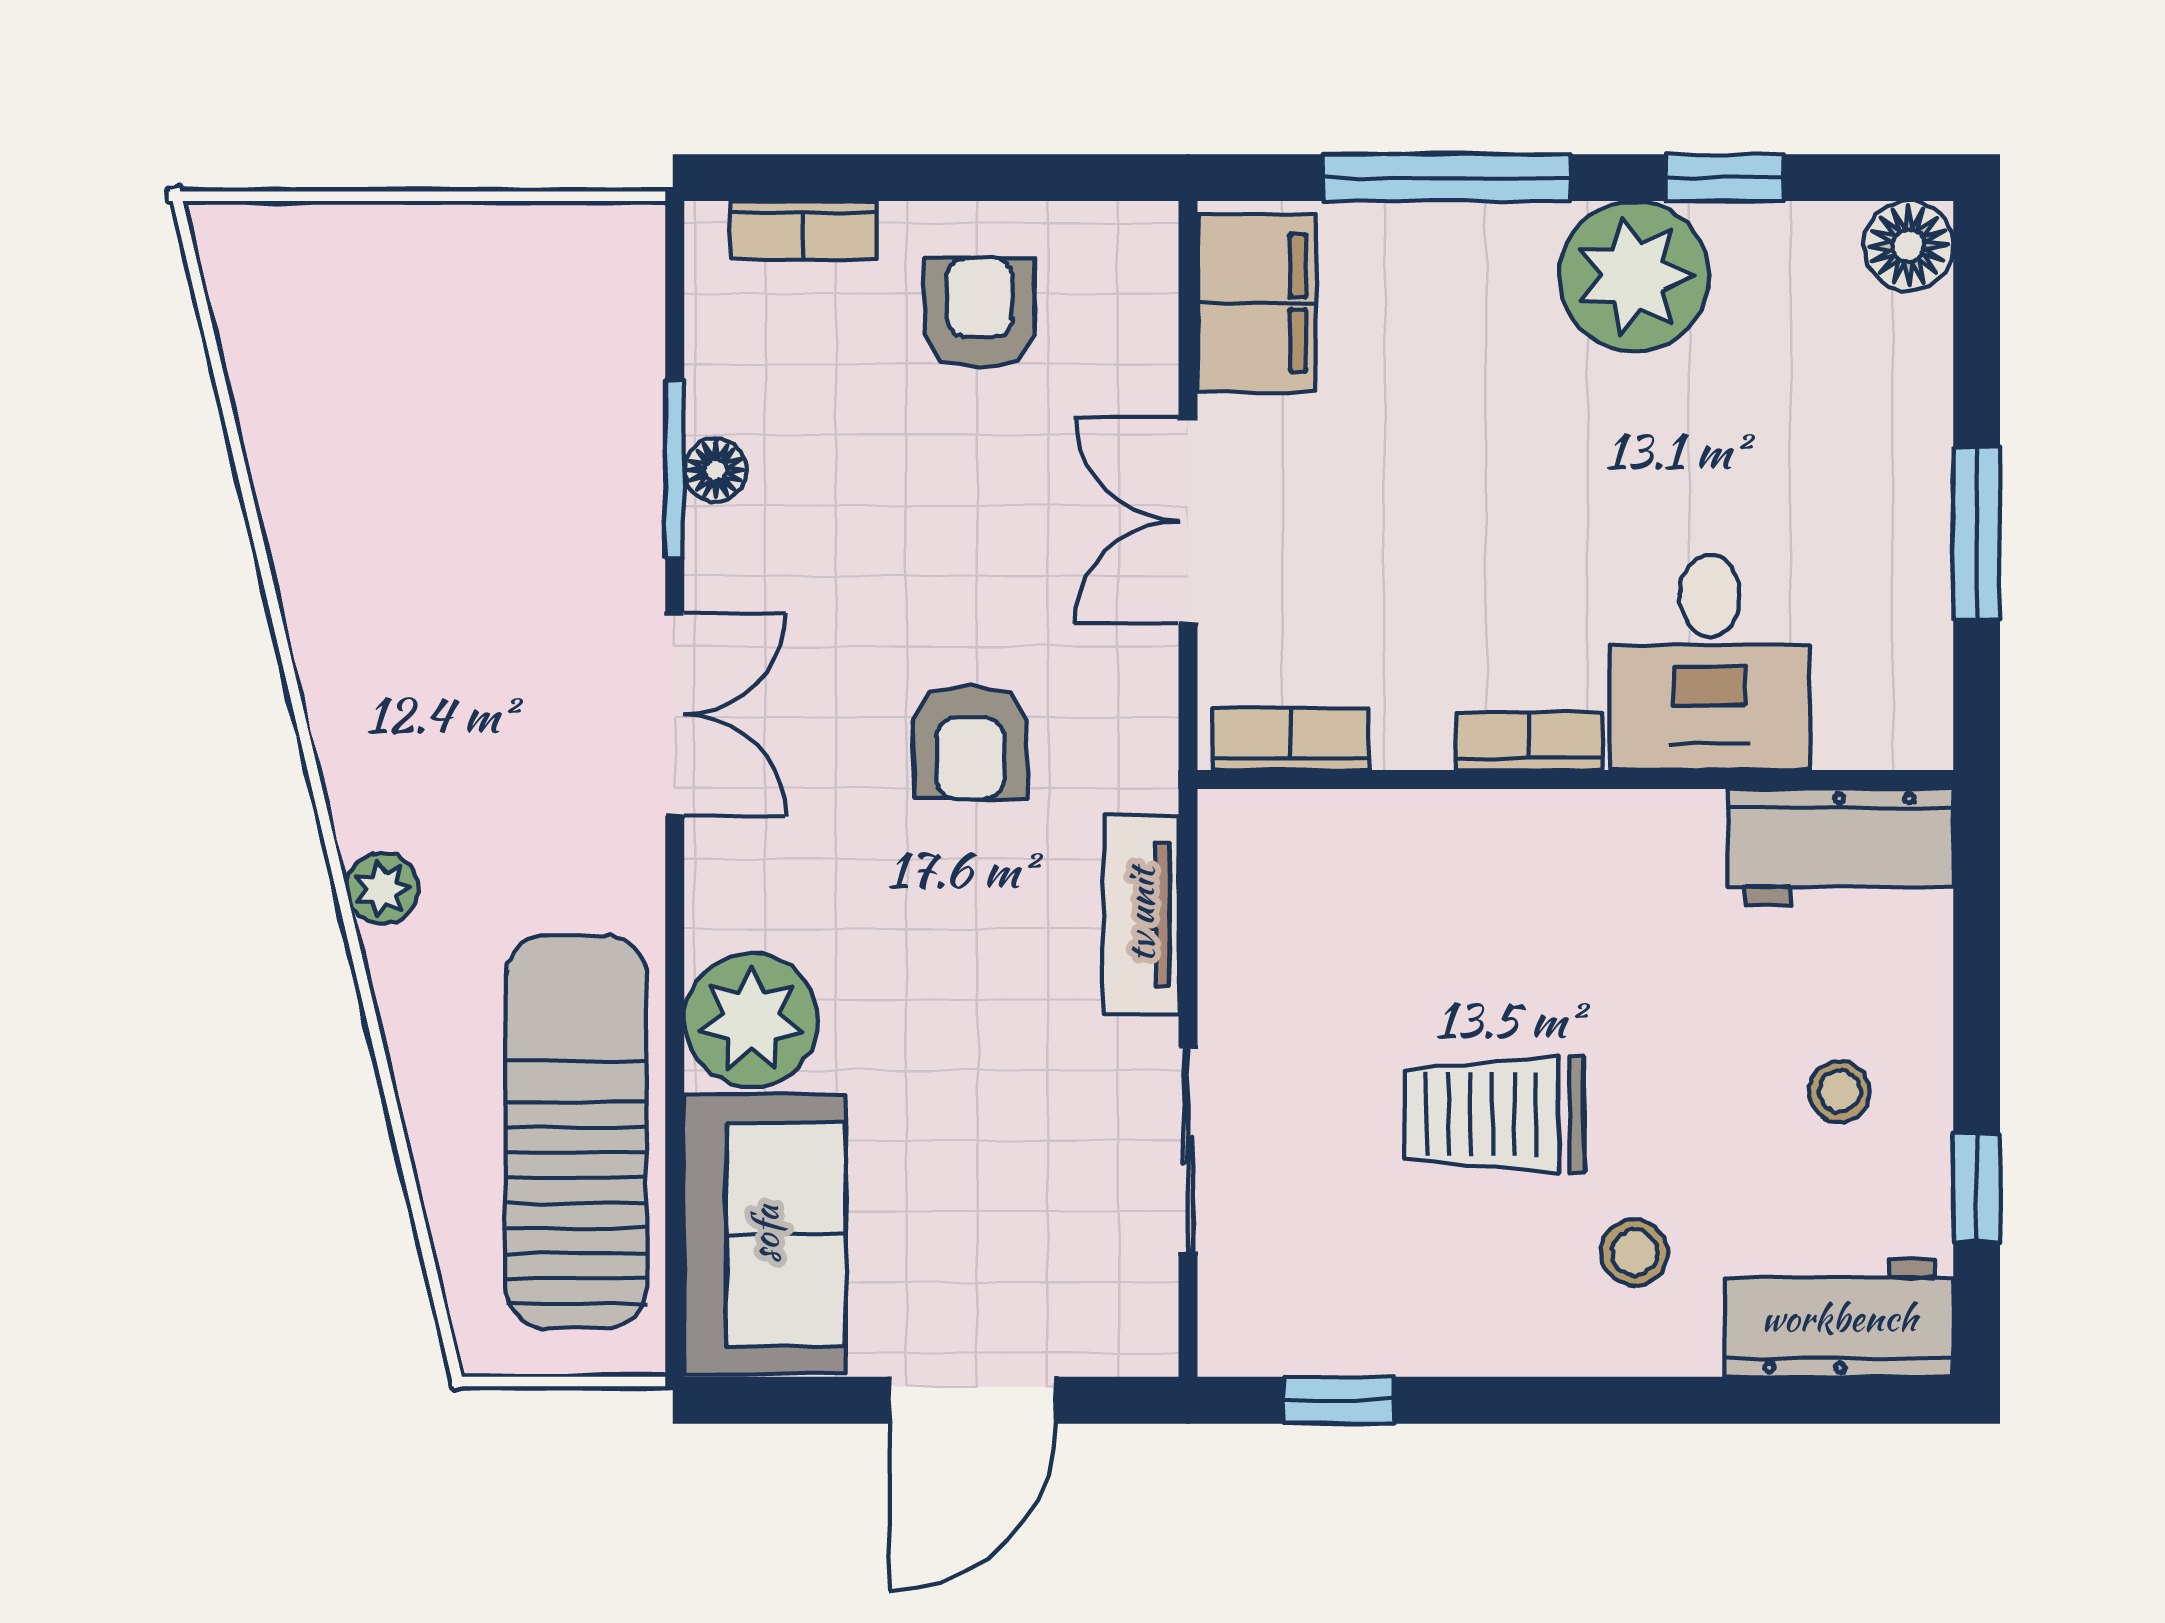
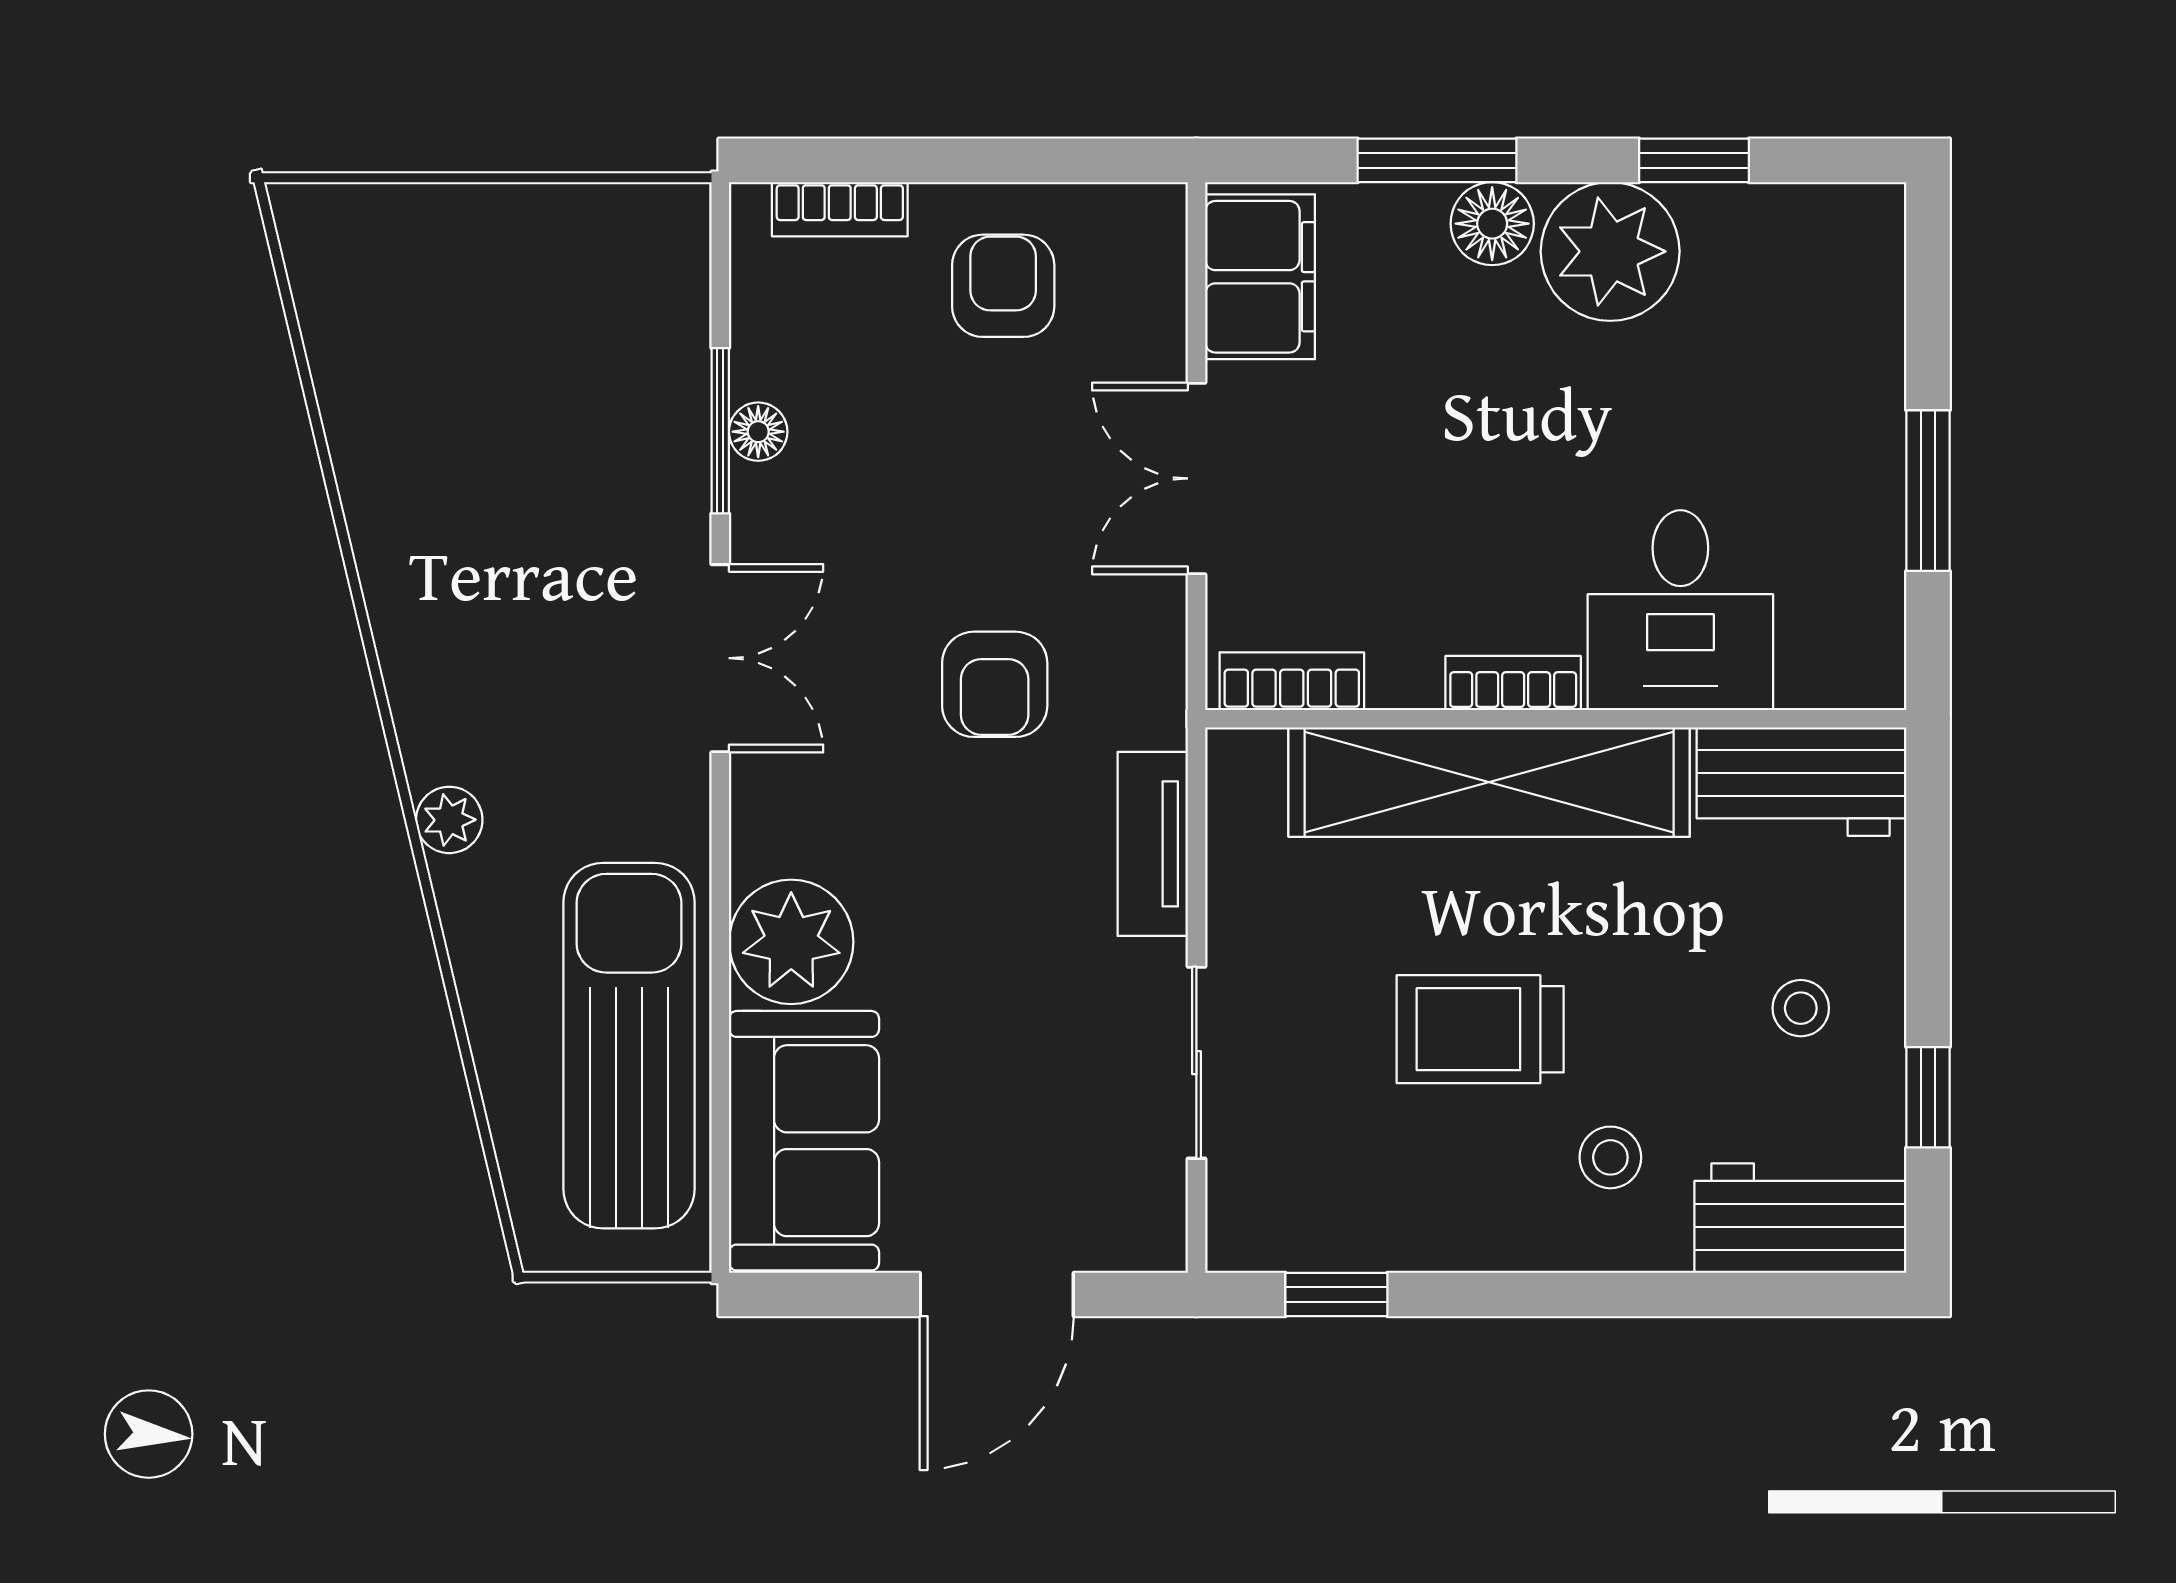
window: (1447, 178) -> (1437, 160), width x0.69
floor lamp: (1908, 246) -> (1492, 224), moved
shelving: (1503, 848) -> (1489, 782), added

